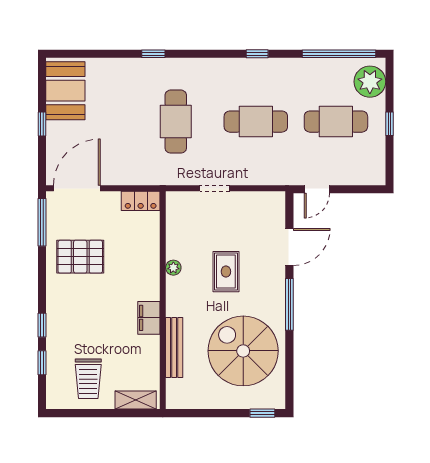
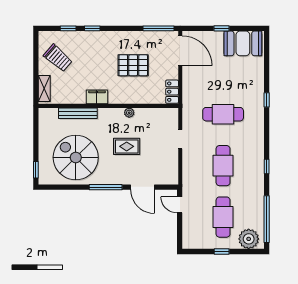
pallet: (80, 257) -> (133, 65), moved, turned 90
spiral stairs: (243, 351) -> (76, 157), turned -90
trolley: (88, 379) -> (58, 58), turned -139

